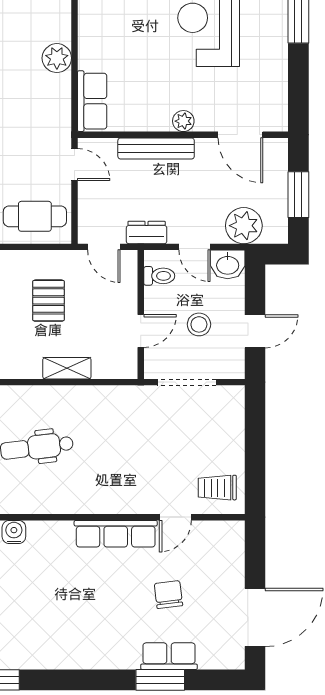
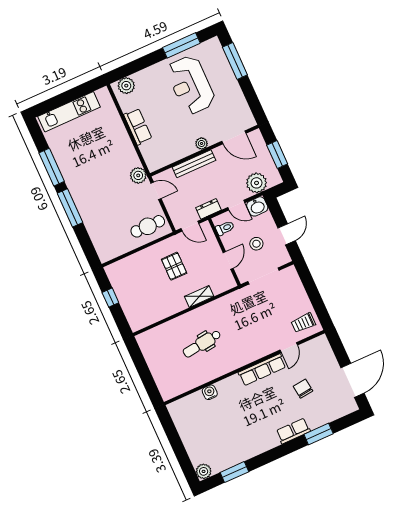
plant: (57, 58) -> (138, 175), moved
row of seats: (92, 101) -> (138, 127), moved
row of seats: (169, 656) -> (293, 431), moved

